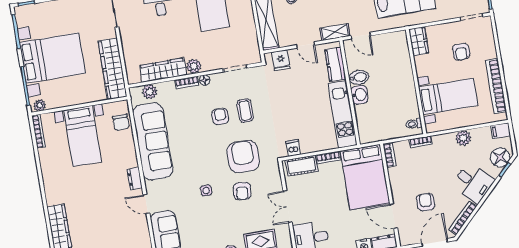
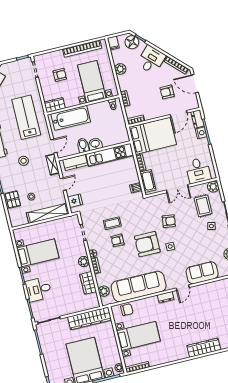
bathtub: (399, 63) -> (71, 118), added
wardrobe: (163, 70) -> (88, 283), width x0.67
armchair: (243, 157) -> (147, 244), moved

